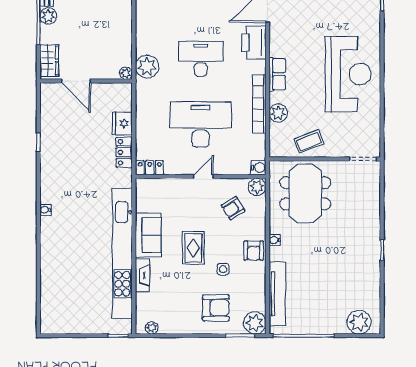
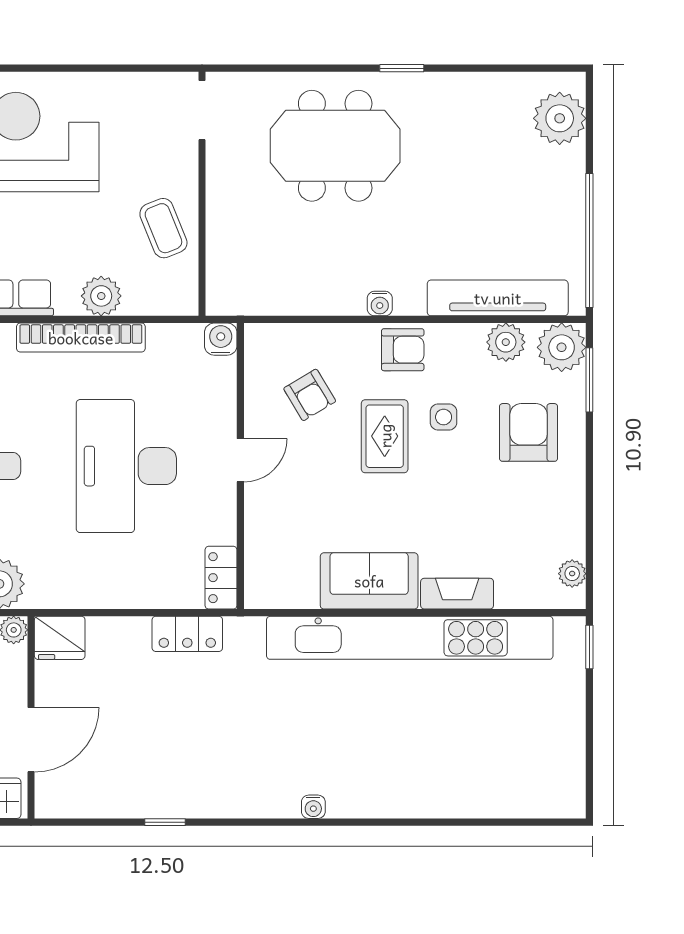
fridge: (122, 124) -> (60, 638), moved
door: (203, 177) -> (240, 460), swing flipped
plant: (257, 187) -> (506, 342), moved
meeting table: (305, 193) -> (335, 146), moved
rug: (193, 248) -> (385, 436), moved, turned 90

